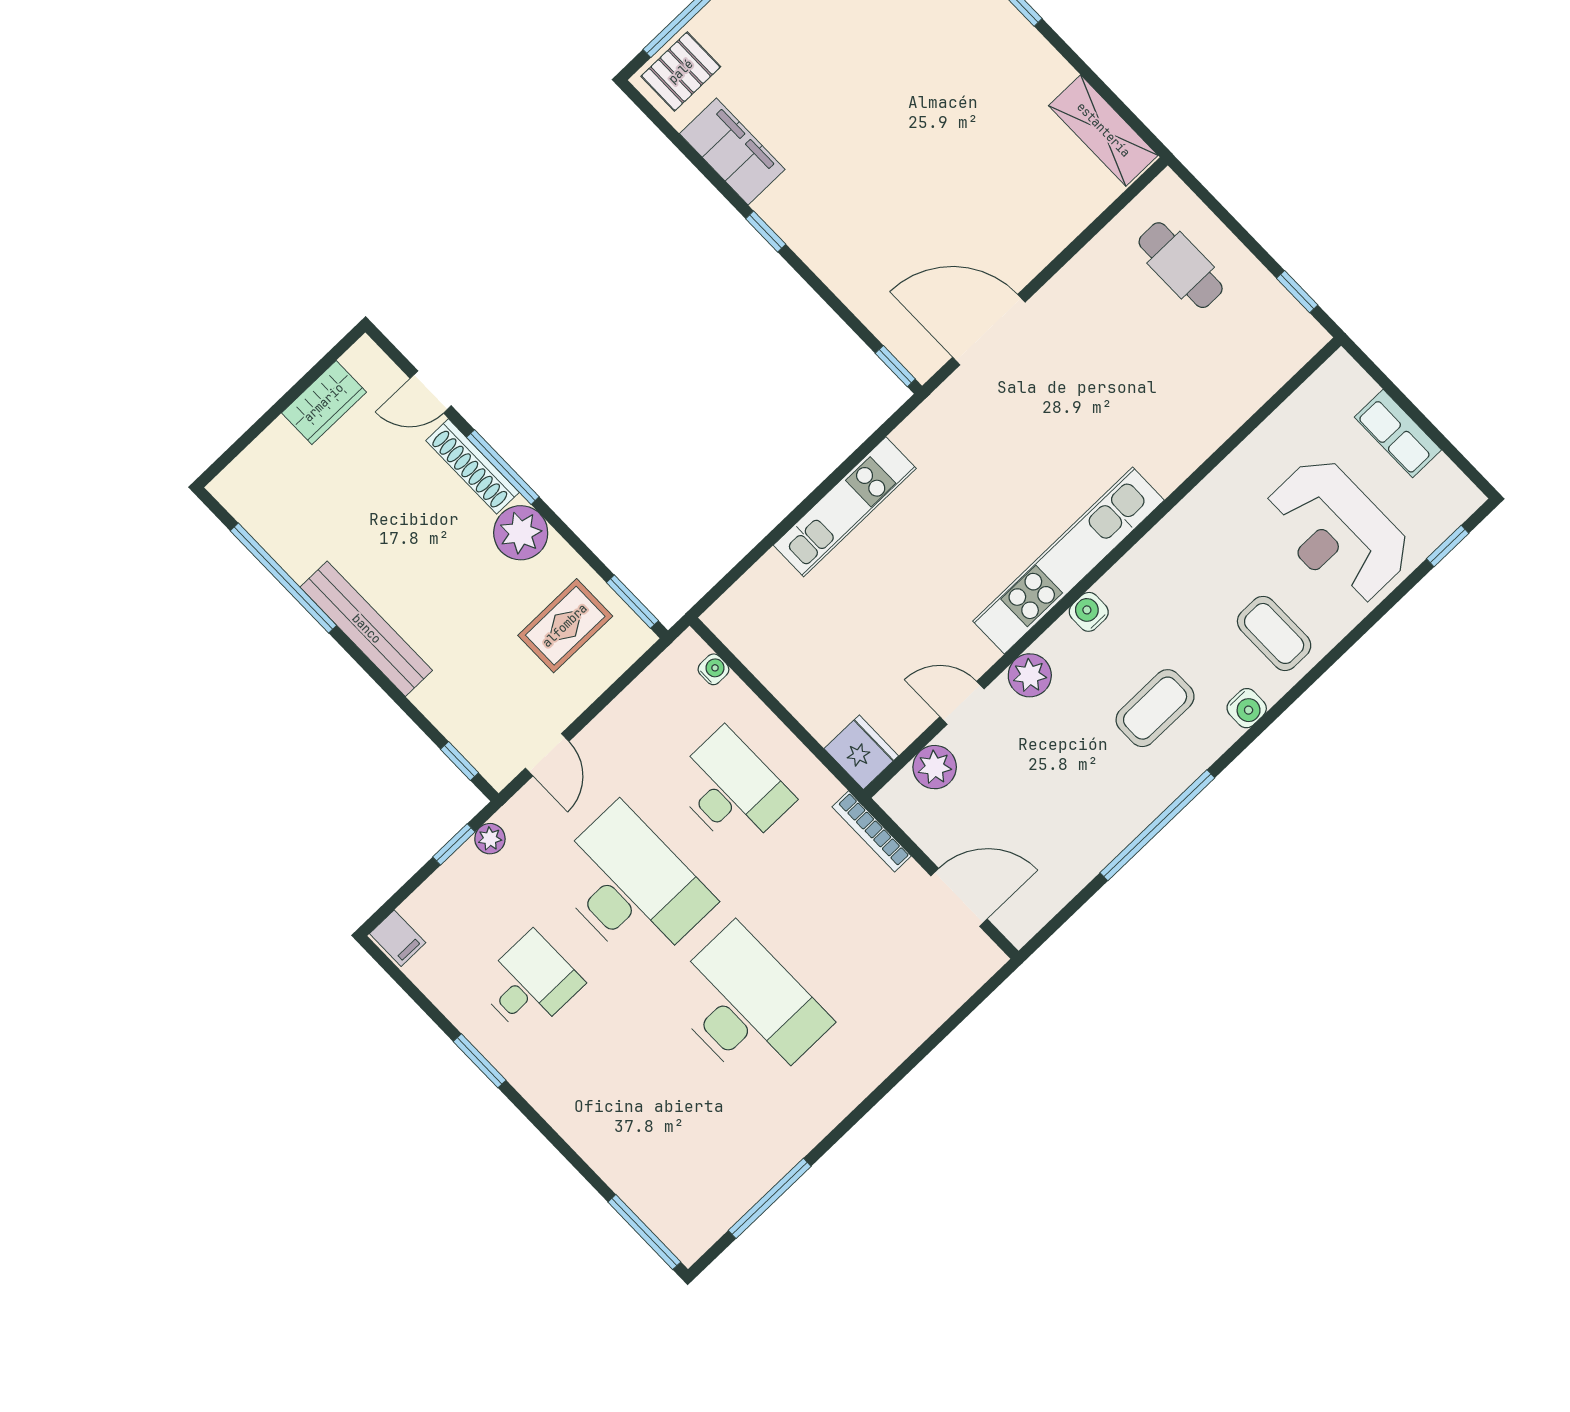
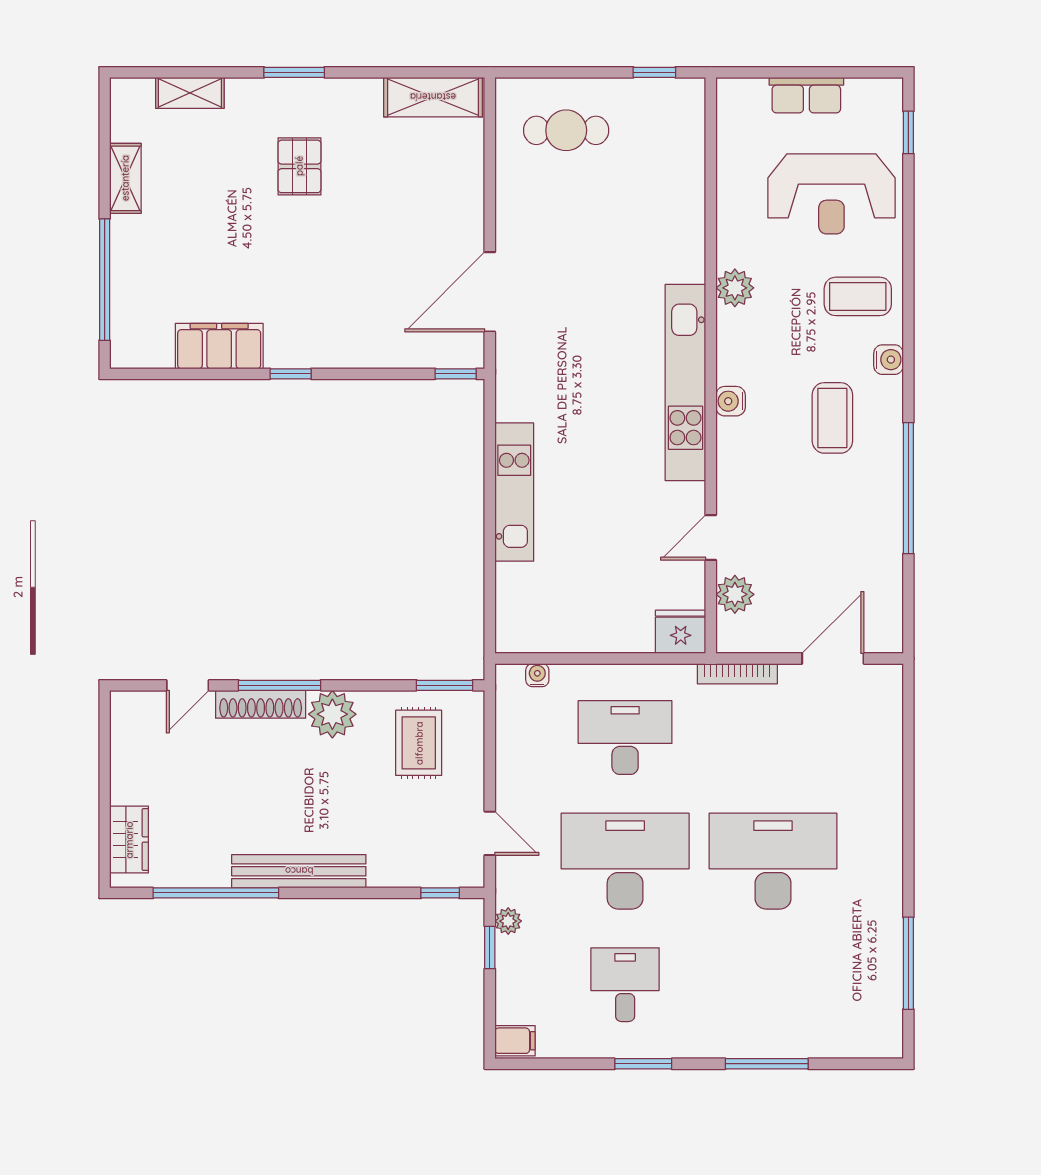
pallet: (681, 72) -> (299, 166), moved
wardrobe: (324, 403) -> (129, 840), moved
plant: (1030, 675) -> (735, 288), moved
window: (644, 1232) -> (767, 1064), moved

